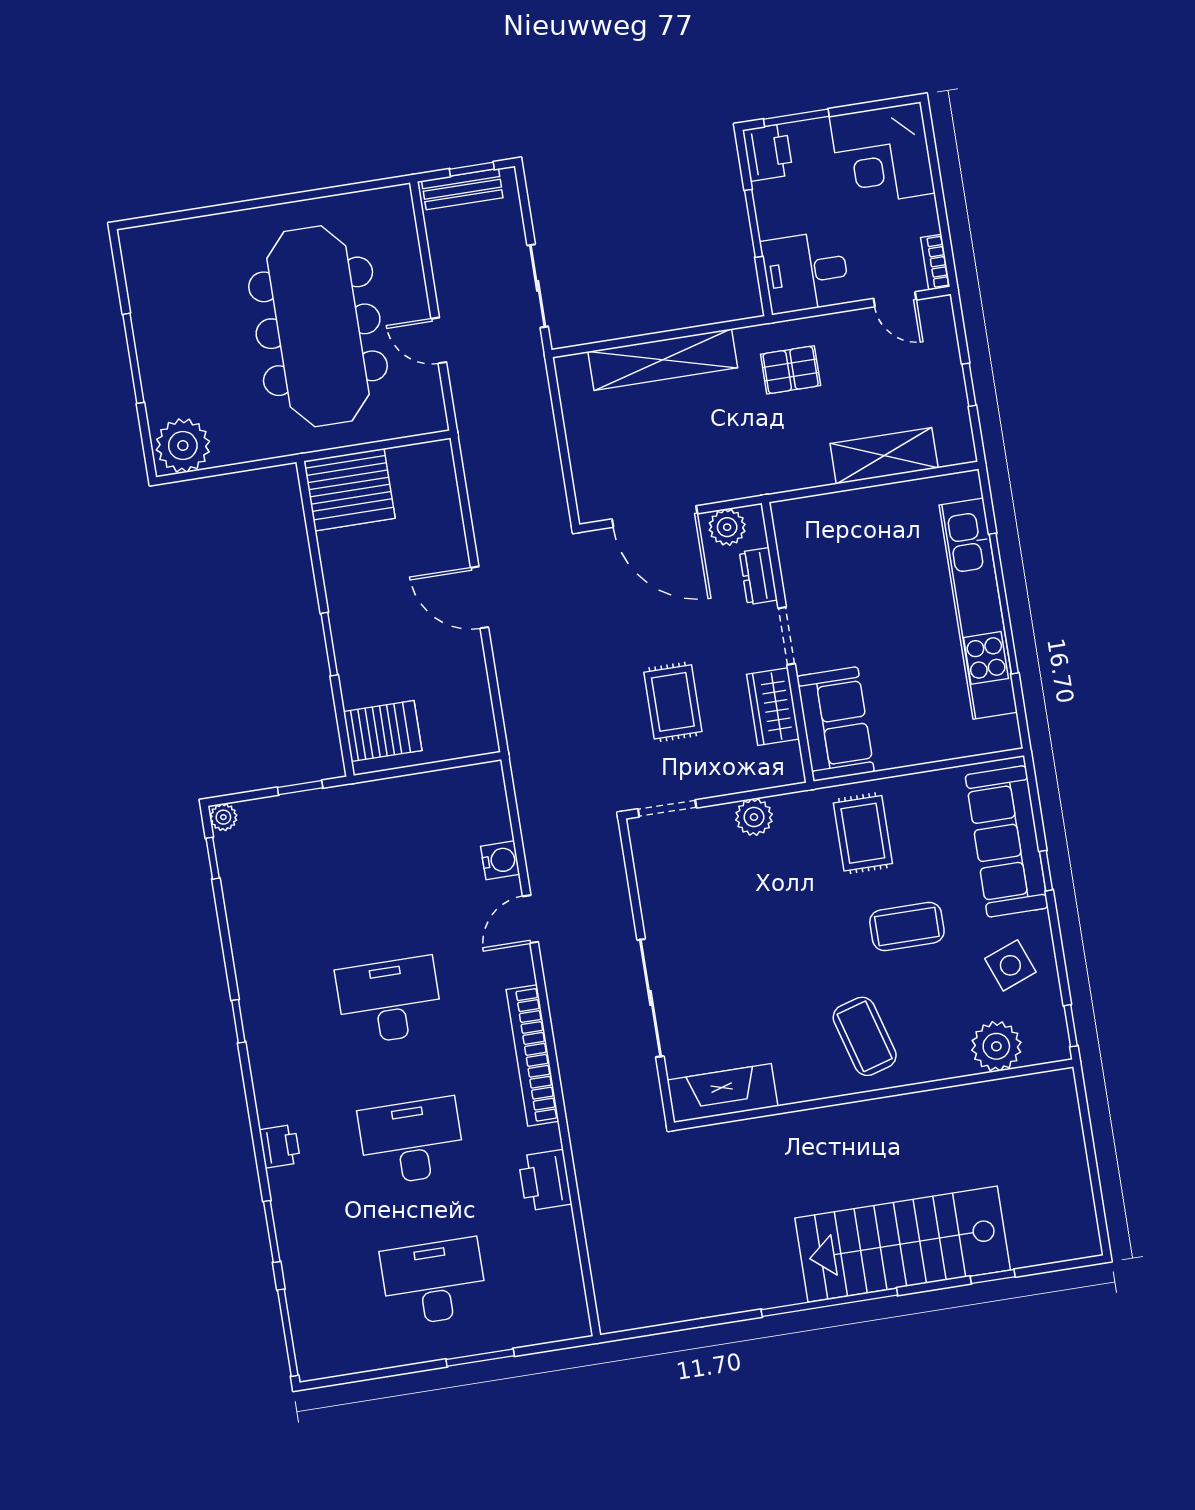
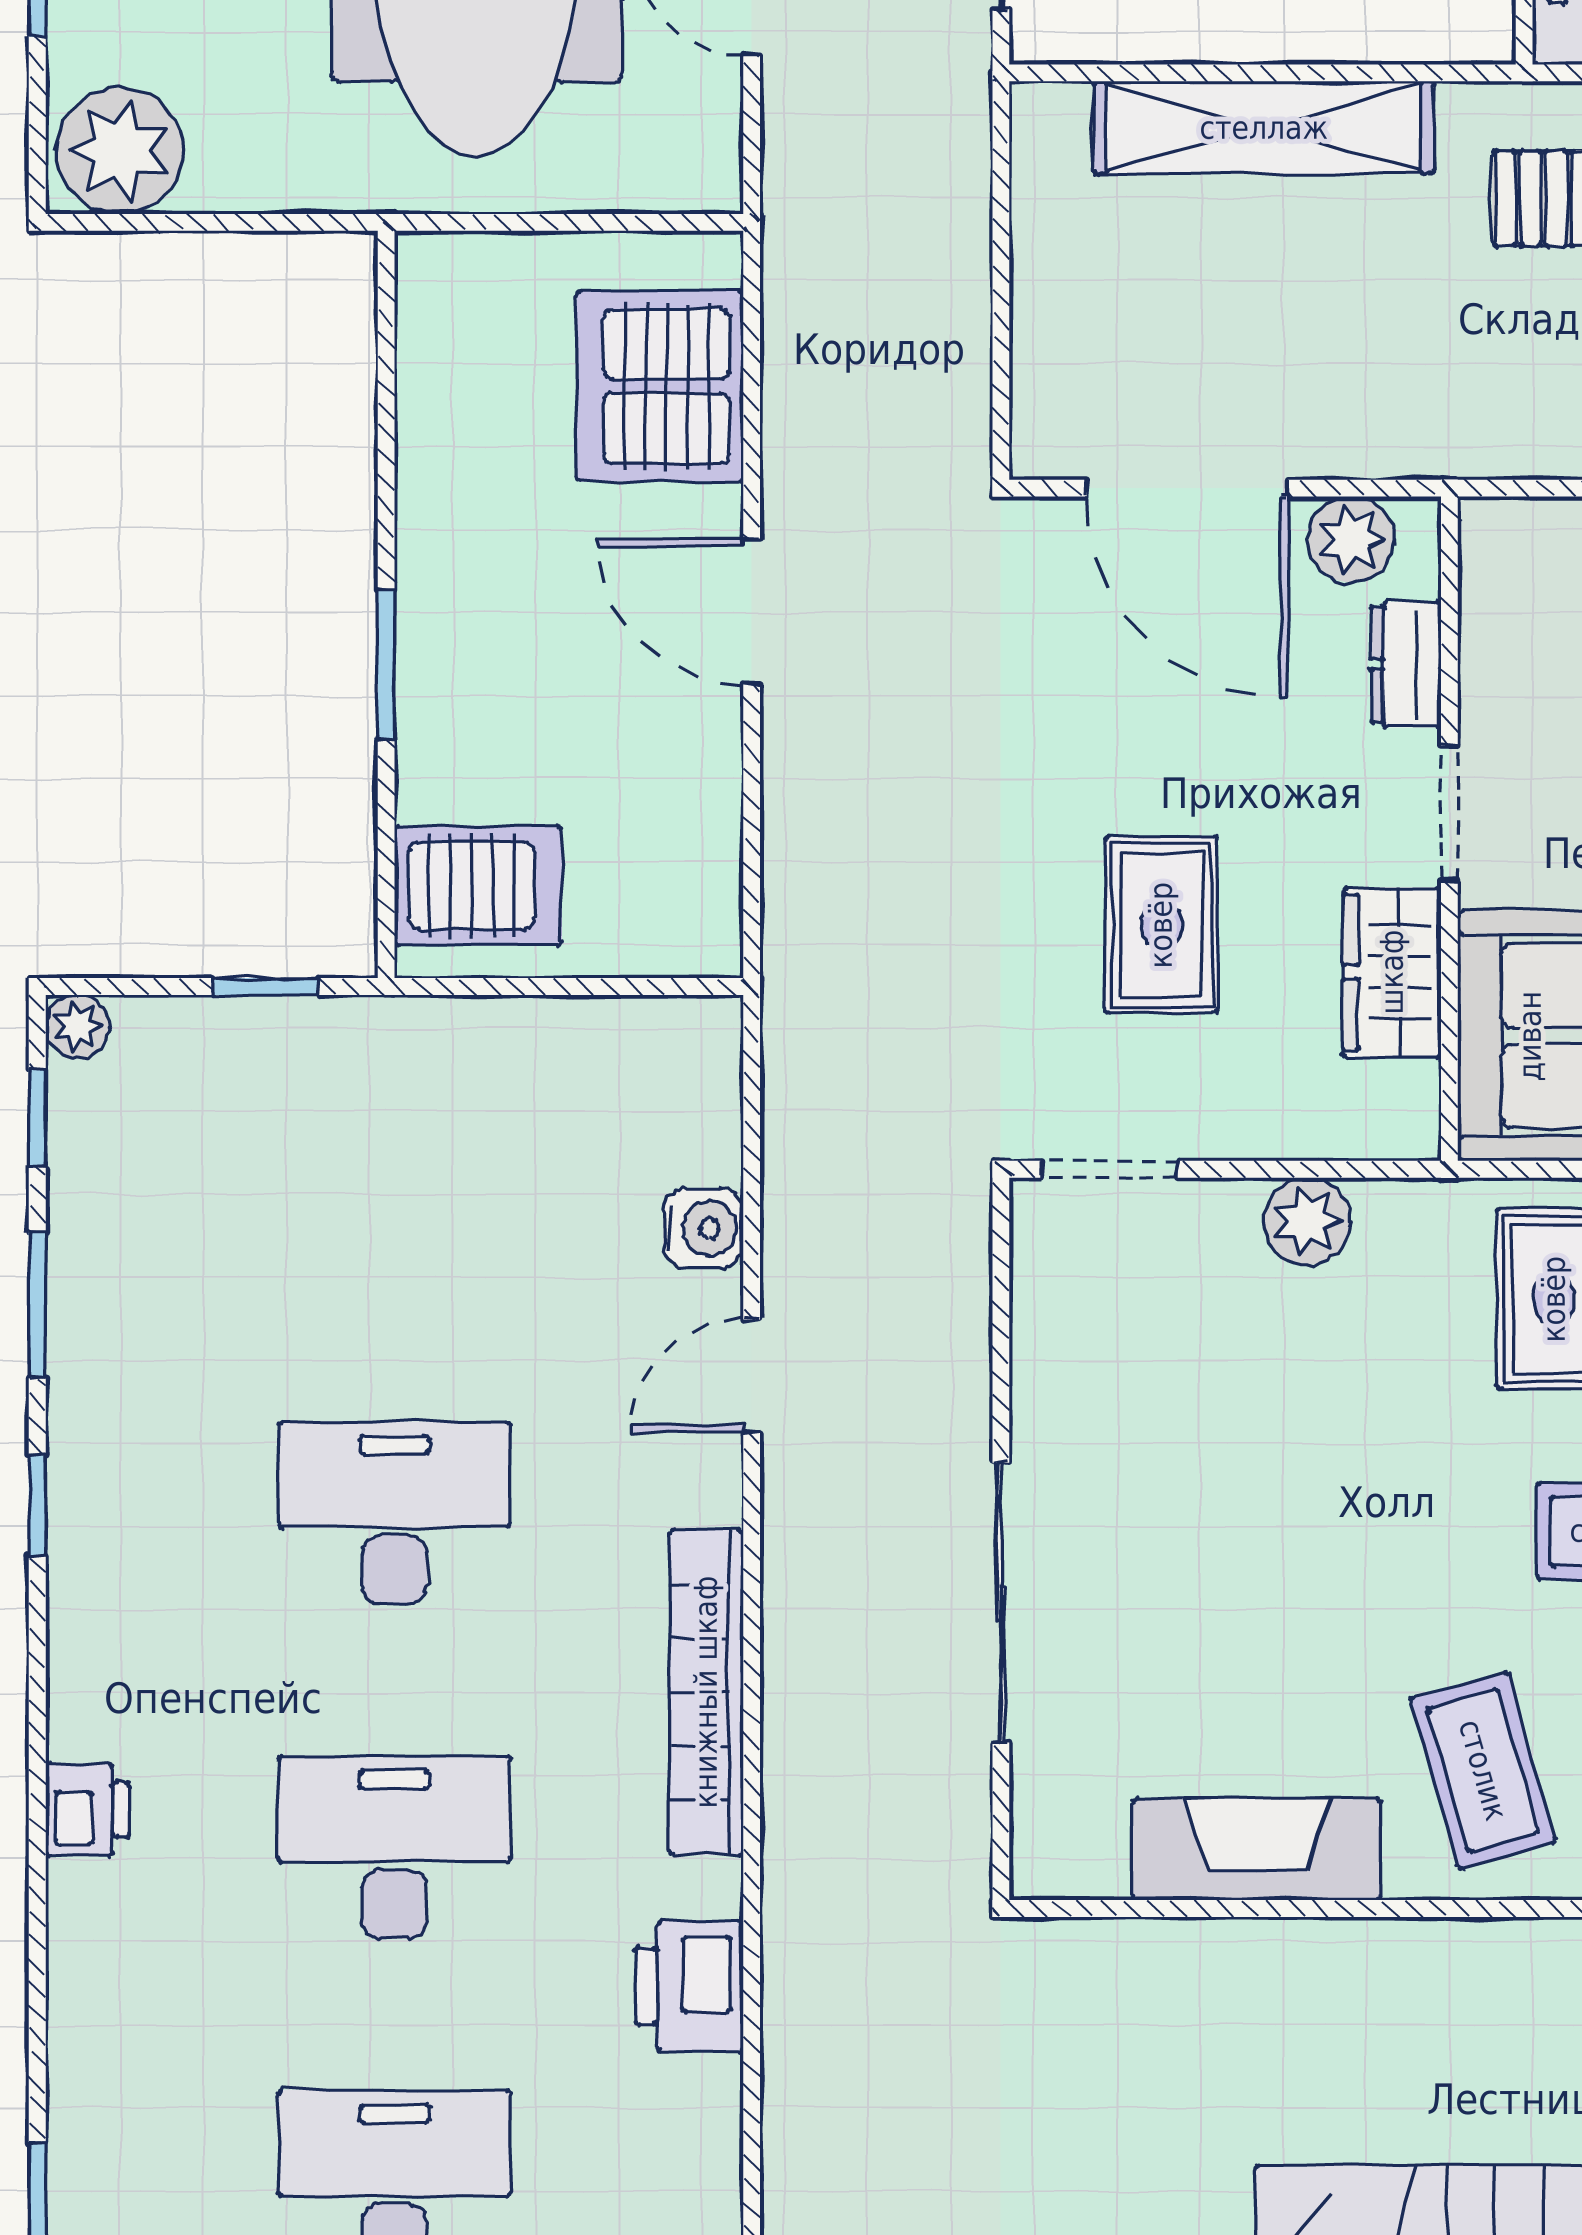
server rack: (349, 490) -> (660, 386), moved, turned 90
fireplace: (722, 1093) -> (1257, 1849), moved
window: (272, 1232) -> (37, 1305), moved

